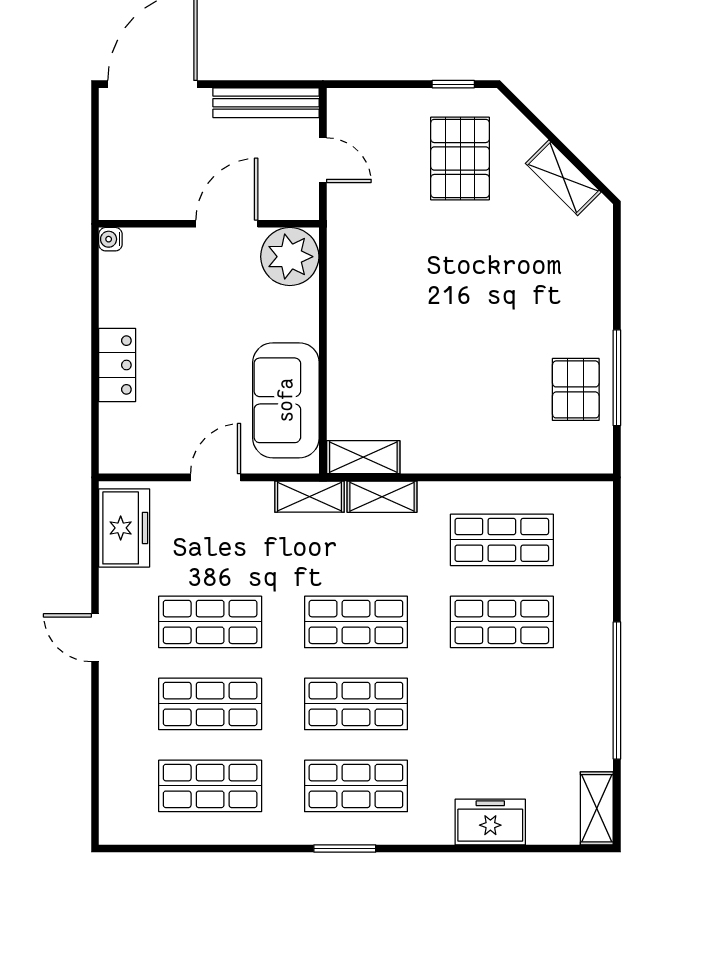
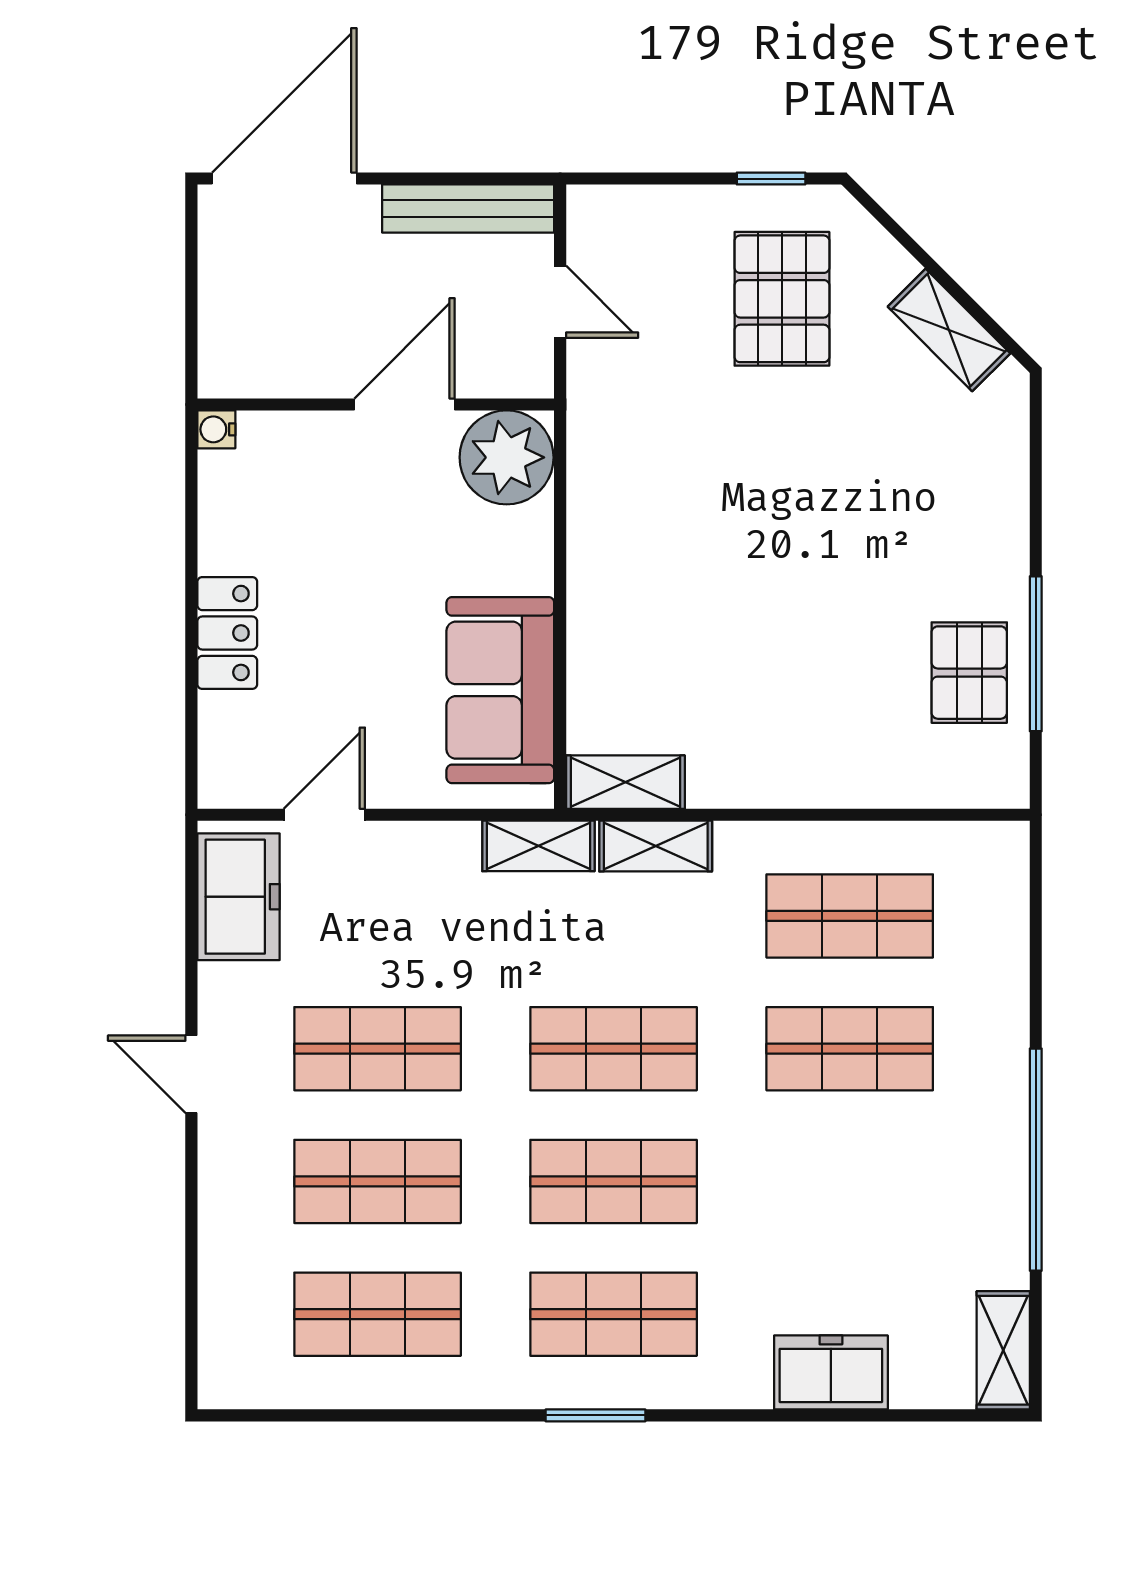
door: (216, 477) -> (324, 815), moved

